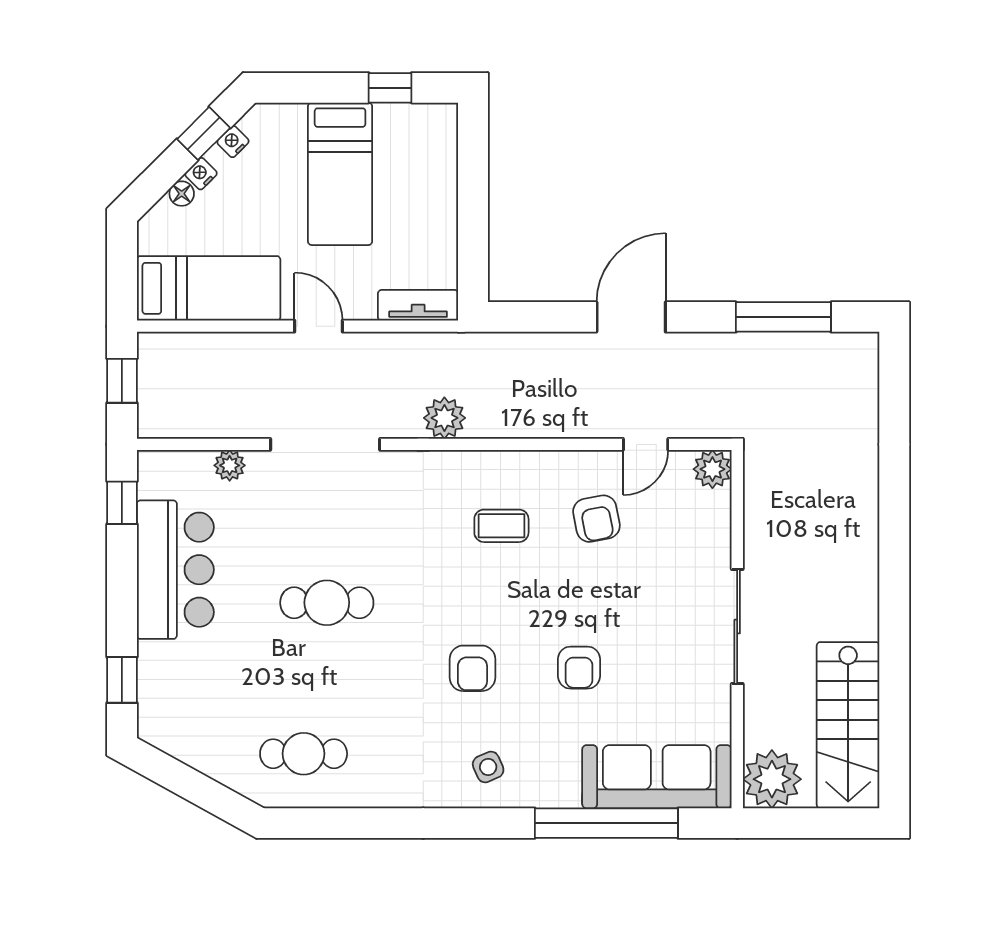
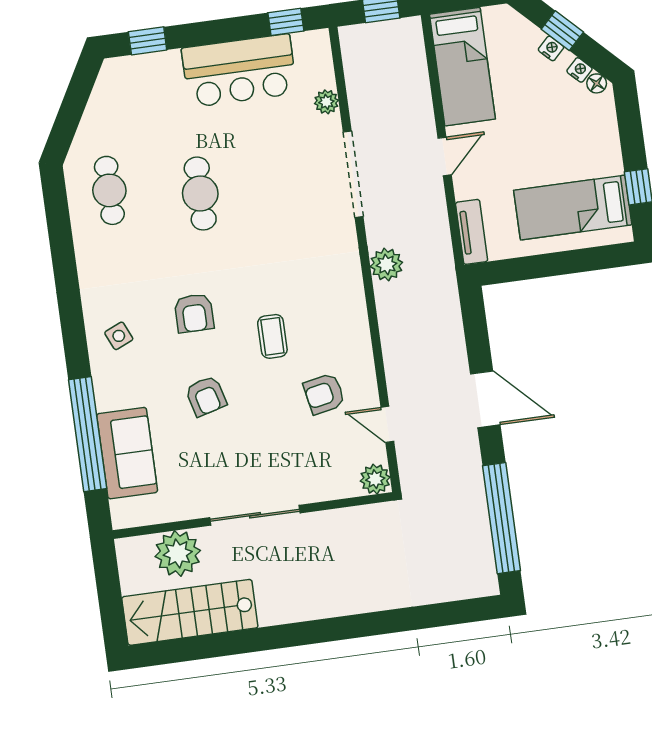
window: (204, 133) -> (562, 31), moved
bed: (340, 174) -> (573, 208), moved
floor lamp: (182, 194) -> (597, 83), moved
window: (783, 317) -> (502, 518), width x1.46
coffee table: (501, 526) -> (272, 336), moved
cafe table: (327, 603) -> (200, 194), moved
armchair: (472, 668) -> (194, 313), turned -90
armchair: (579, 668) -> (206, 396), turned -105
sofa: (657, 777) -> (127, 453), width x0.73
plant: (772, 779) -> (178, 553), moved

